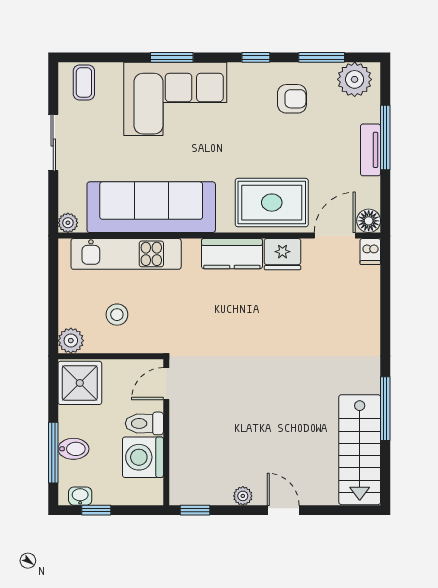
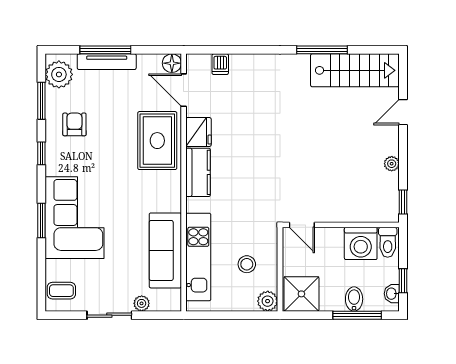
tv unit: (371, 150) -> (107, 62), width x1.41
sofa: (151, 207) -> (165, 250), width x0.74, depth x0.79
plant: (68, 223) -> (142, 303), moved
dishwasher: (370, 252) -> (220, 64), moved, turned 90
toilet: (144, 423) -> (388, 242), moved
door: (283, 510) -> (403, 112), moved

